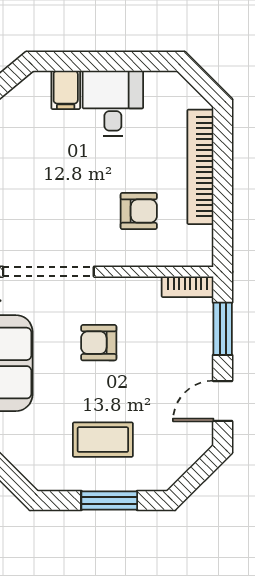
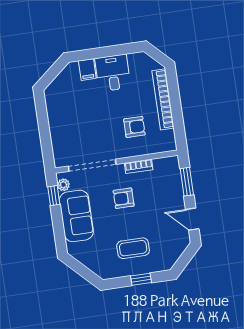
bookcase: (187, 287) -> (139, 166), moved
door: (223, 401) -> (192, 219), hinge flipped
window: (109, 500) -> (141, 279), width x0.67

